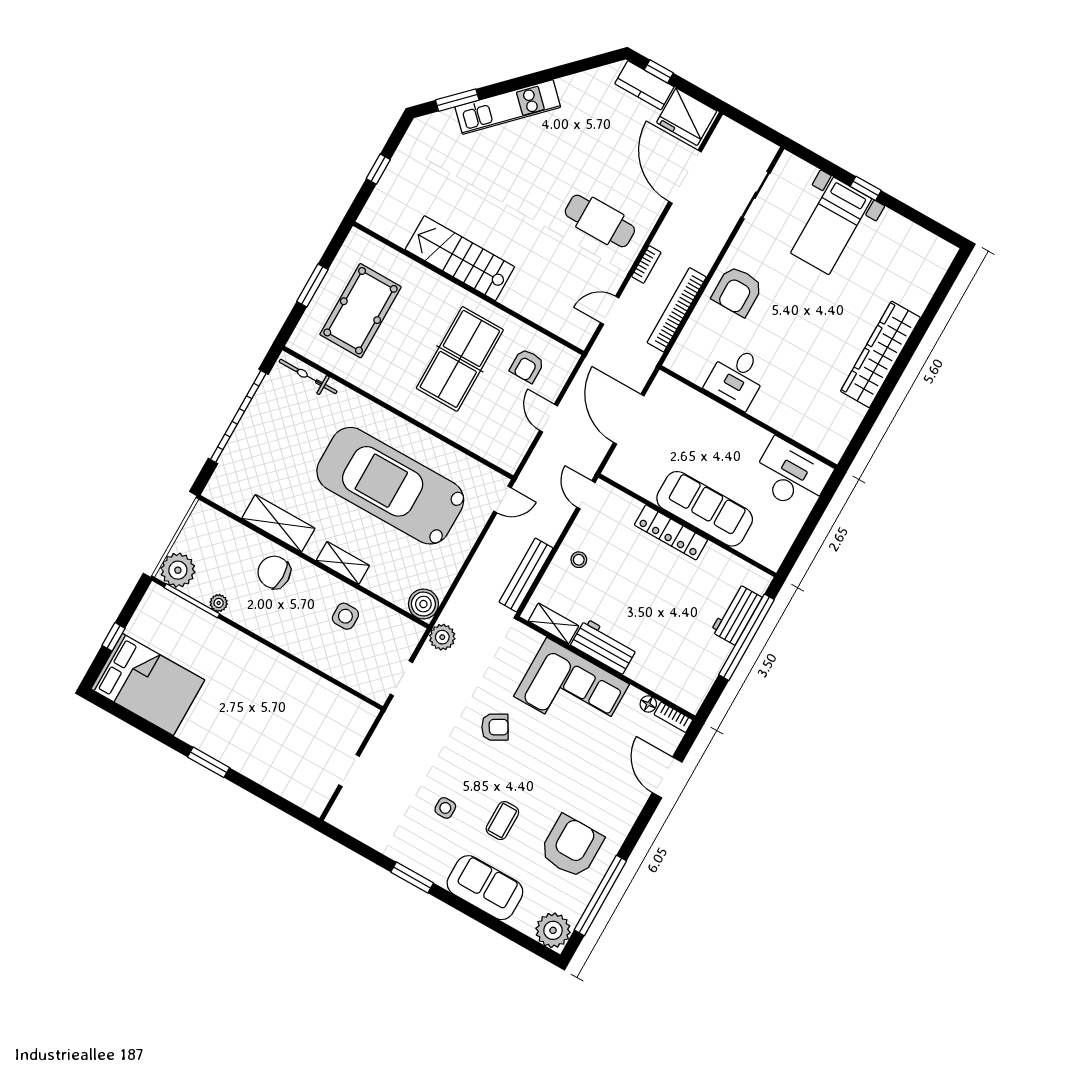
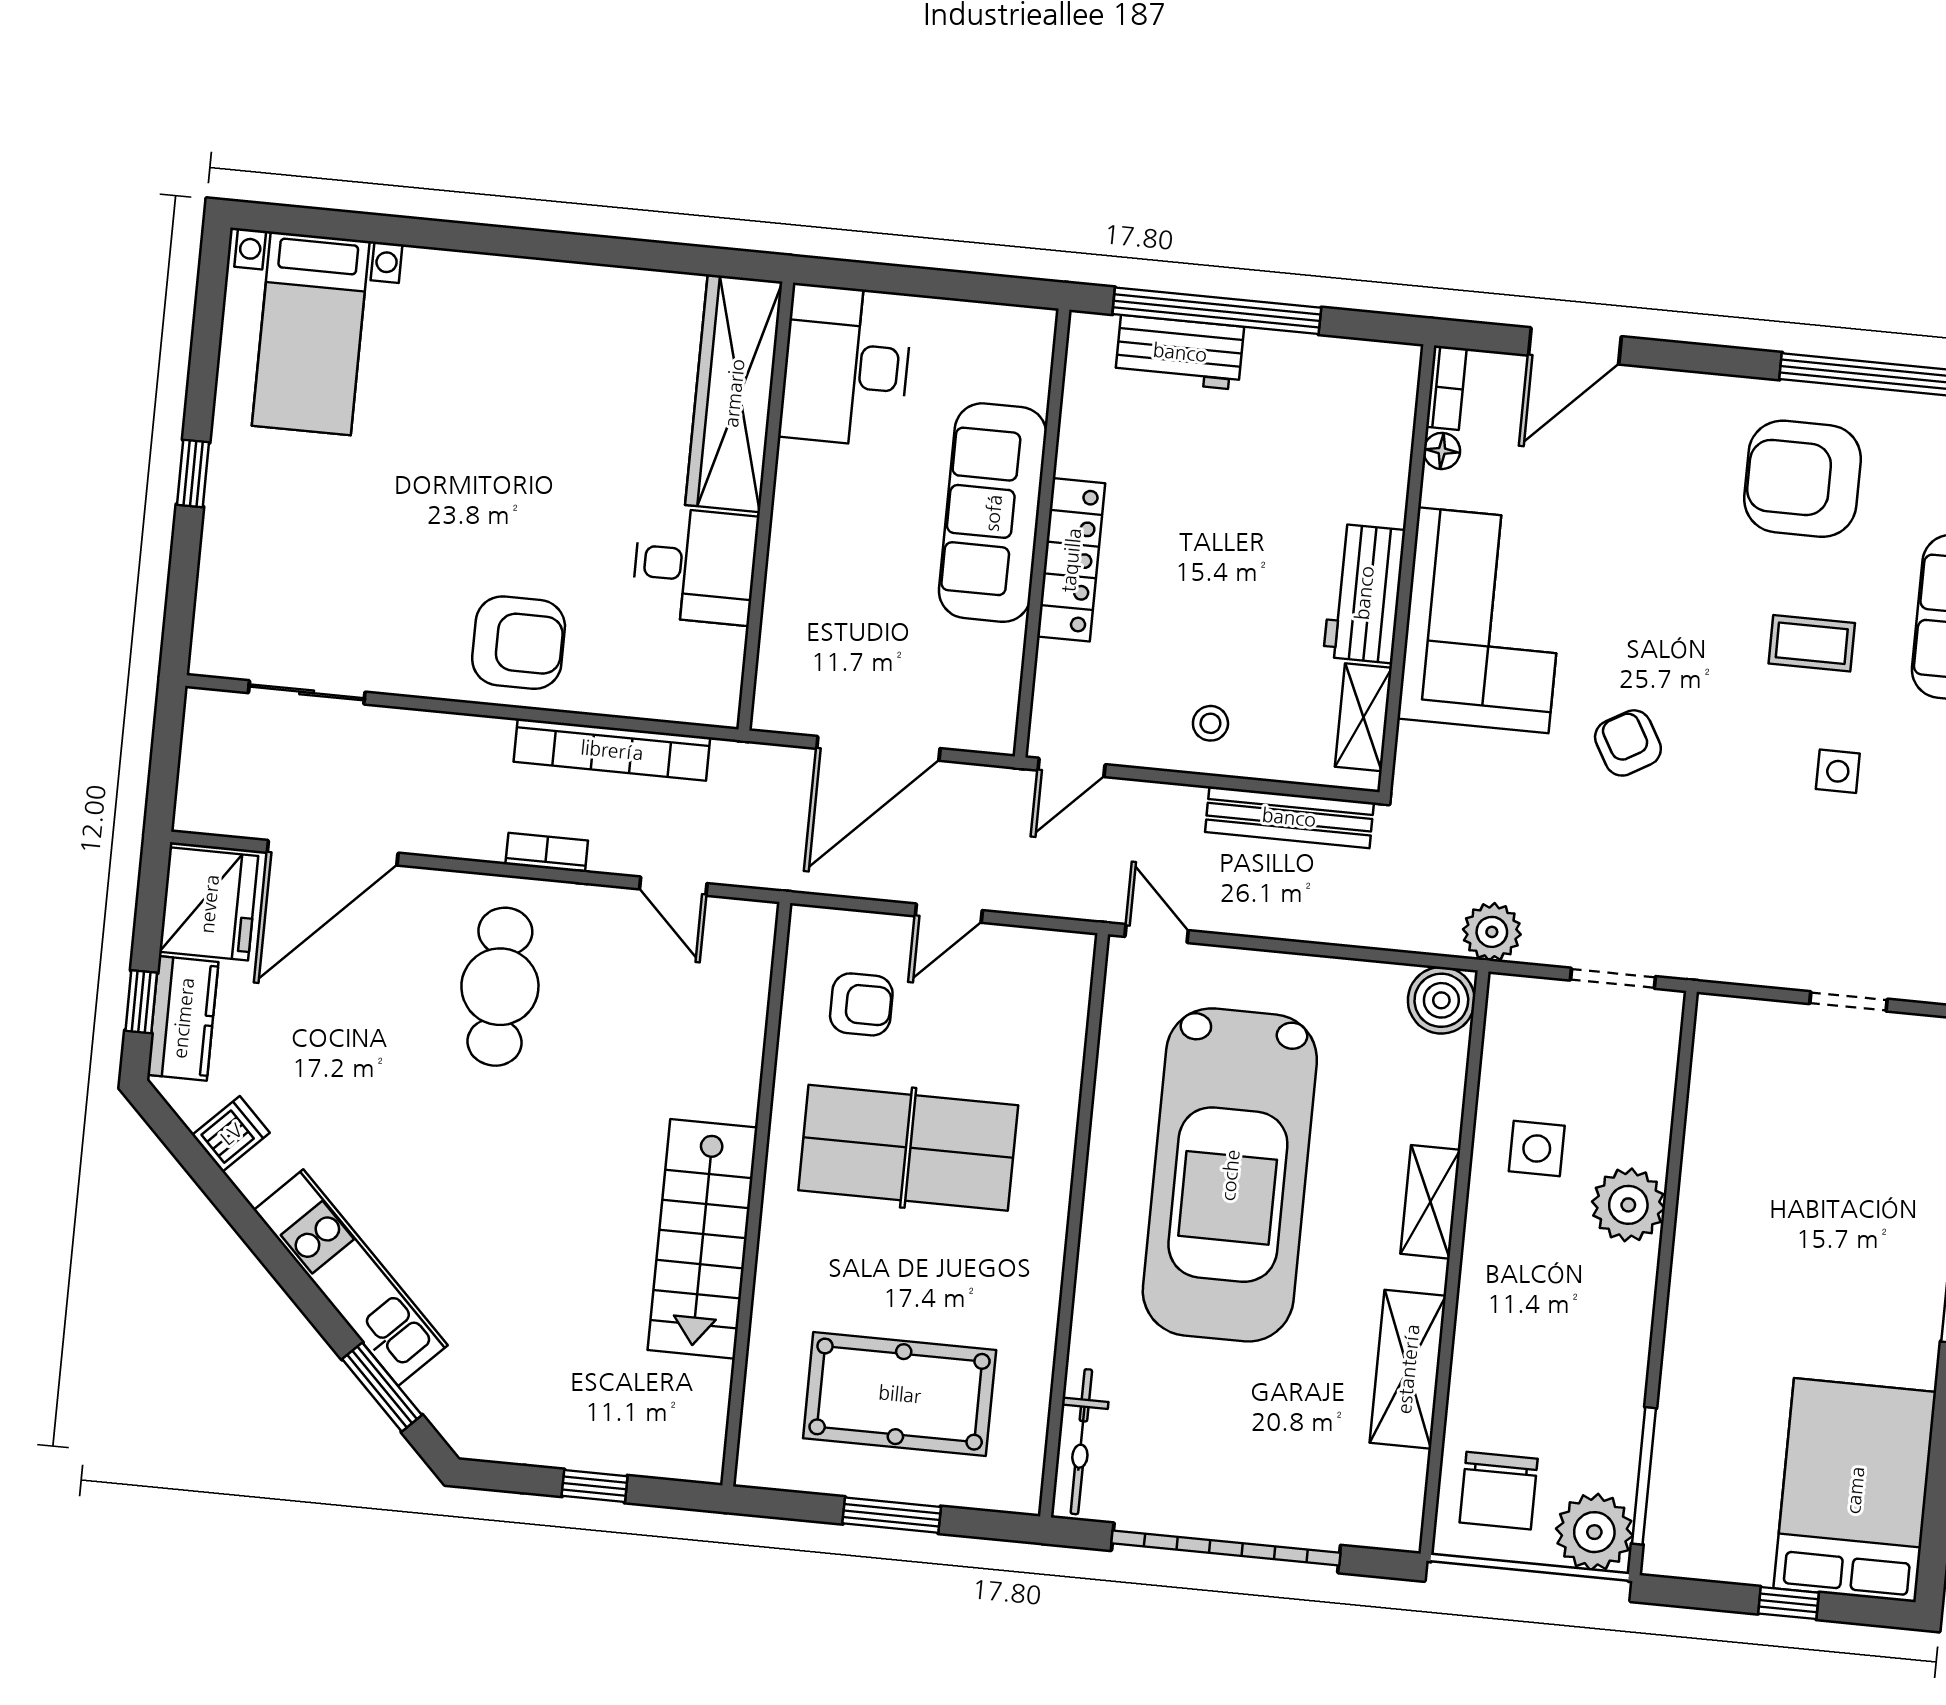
dishwasher: (588, 84) -> (231, 1134), added
bed with nightstands: (831, 226) -> (311, 333), moved, turned 90
wardrobe: (880, 354) -> (734, 393), moved, turned 90
chair: (274, 572) -> (1499, 1491), moved
plant: (219, 603) -> (1628, 1205), moved, width x1.88, depth x1.88

